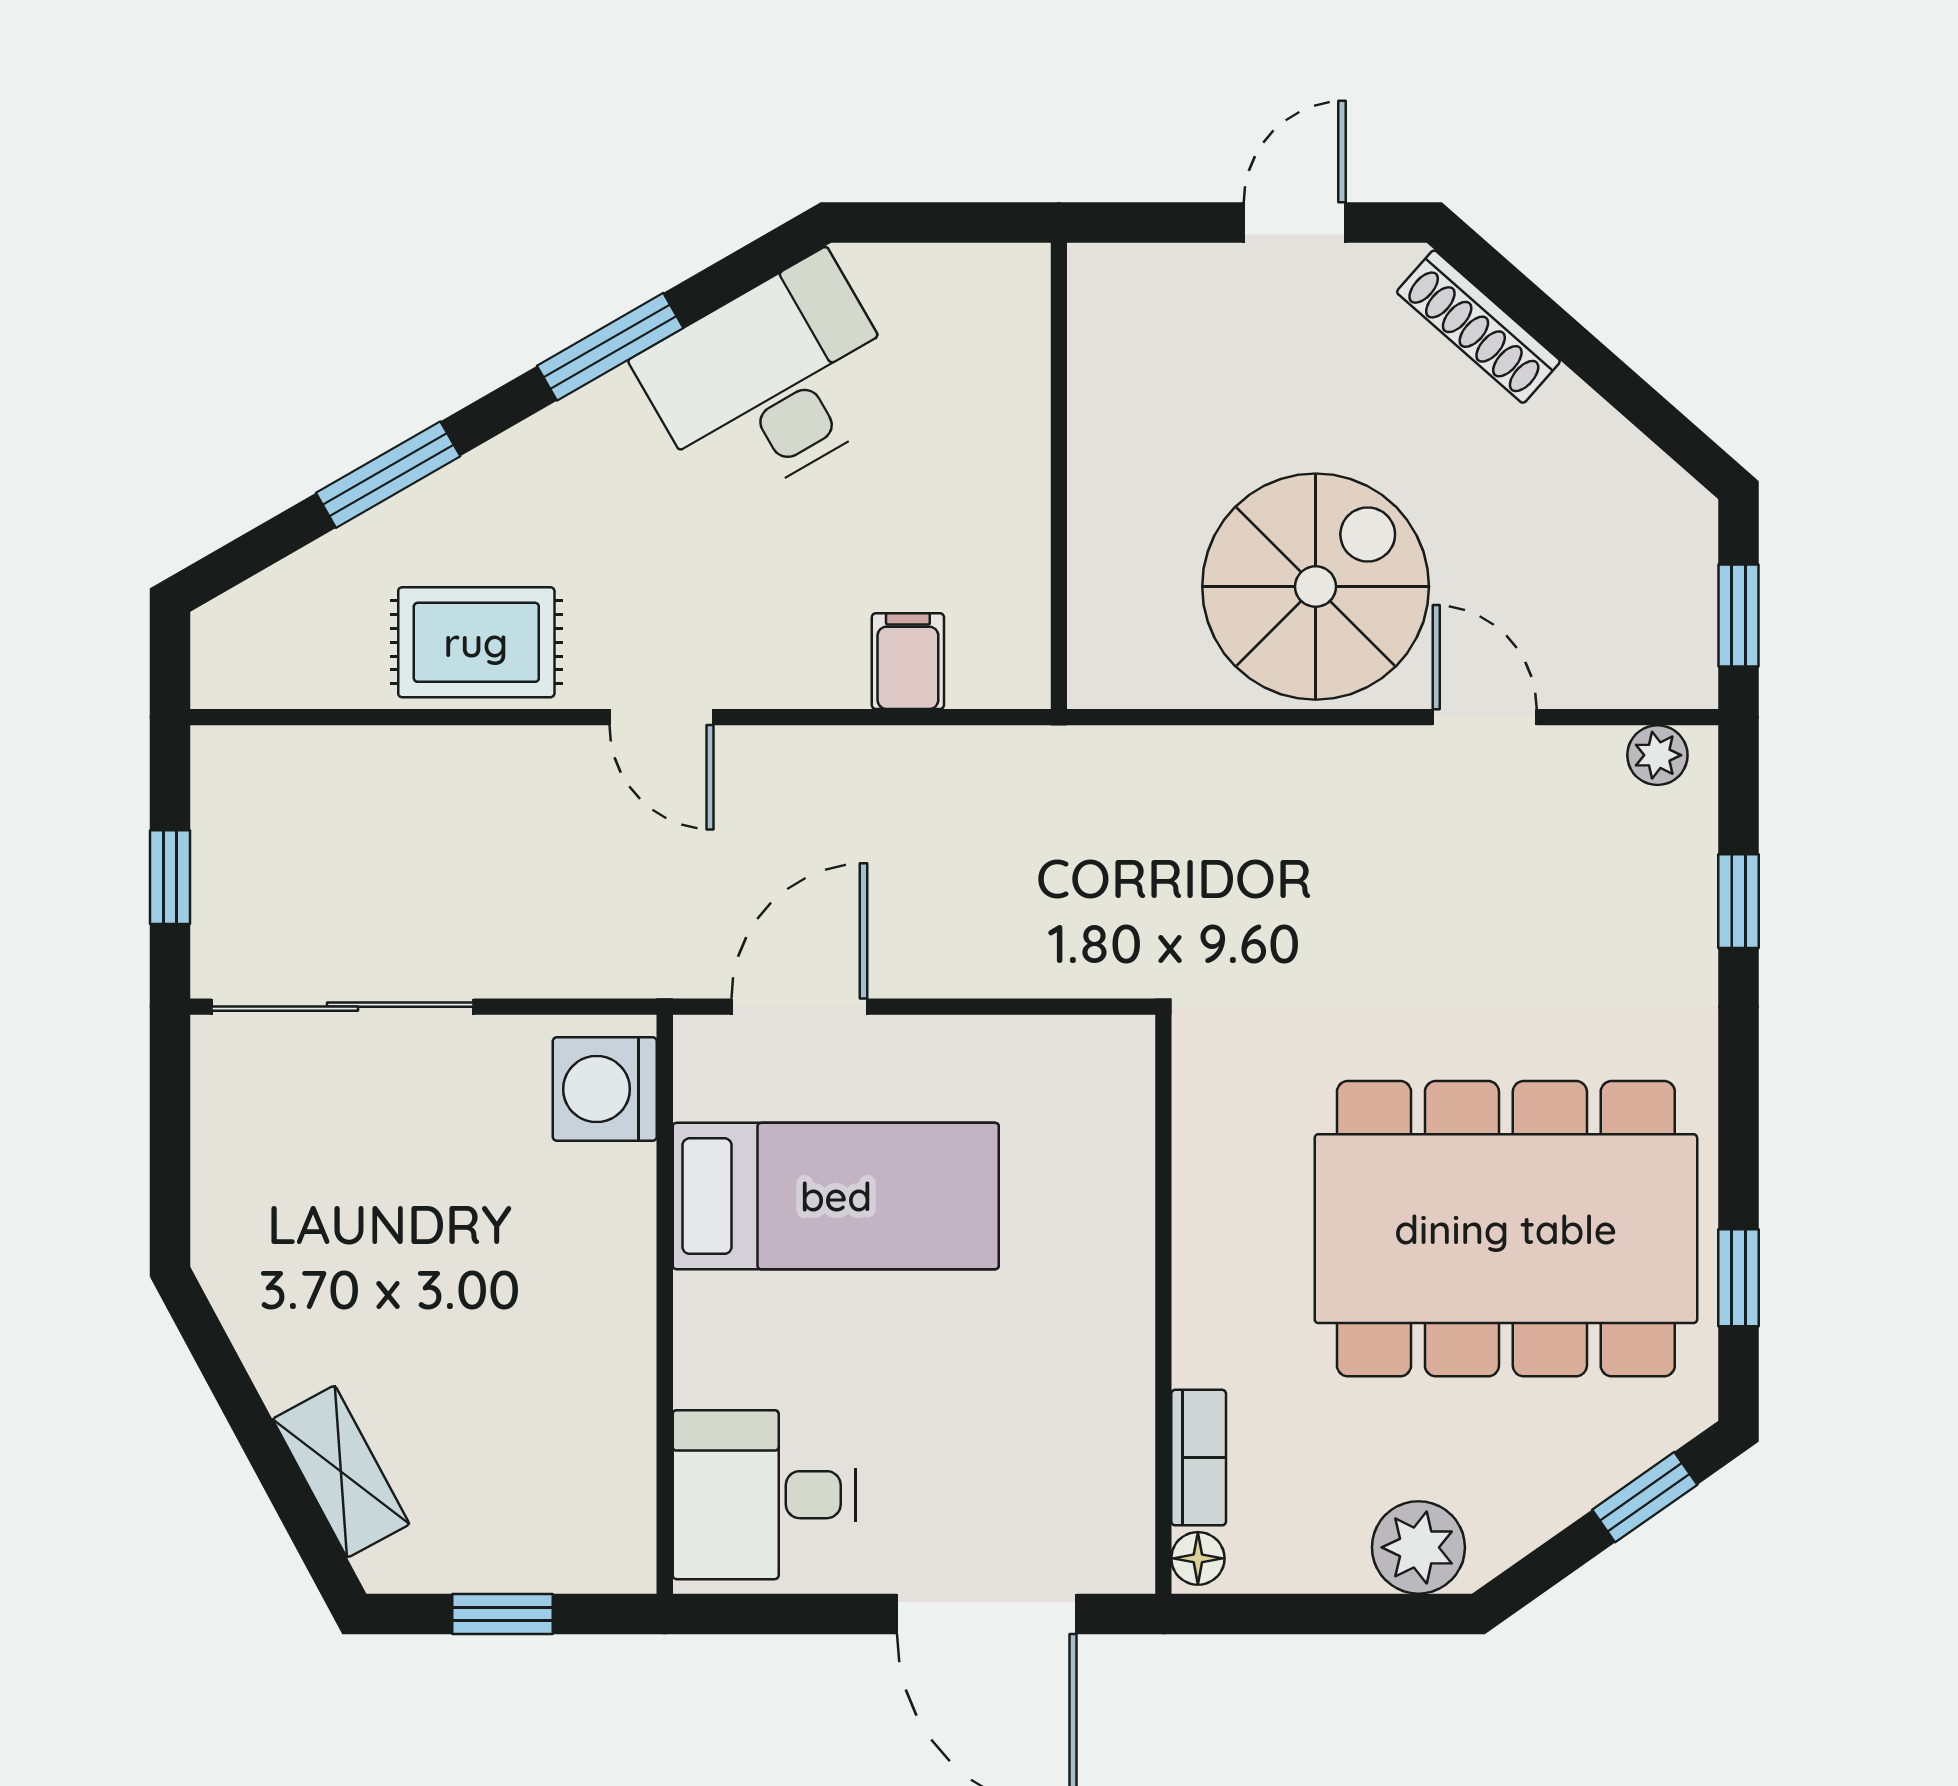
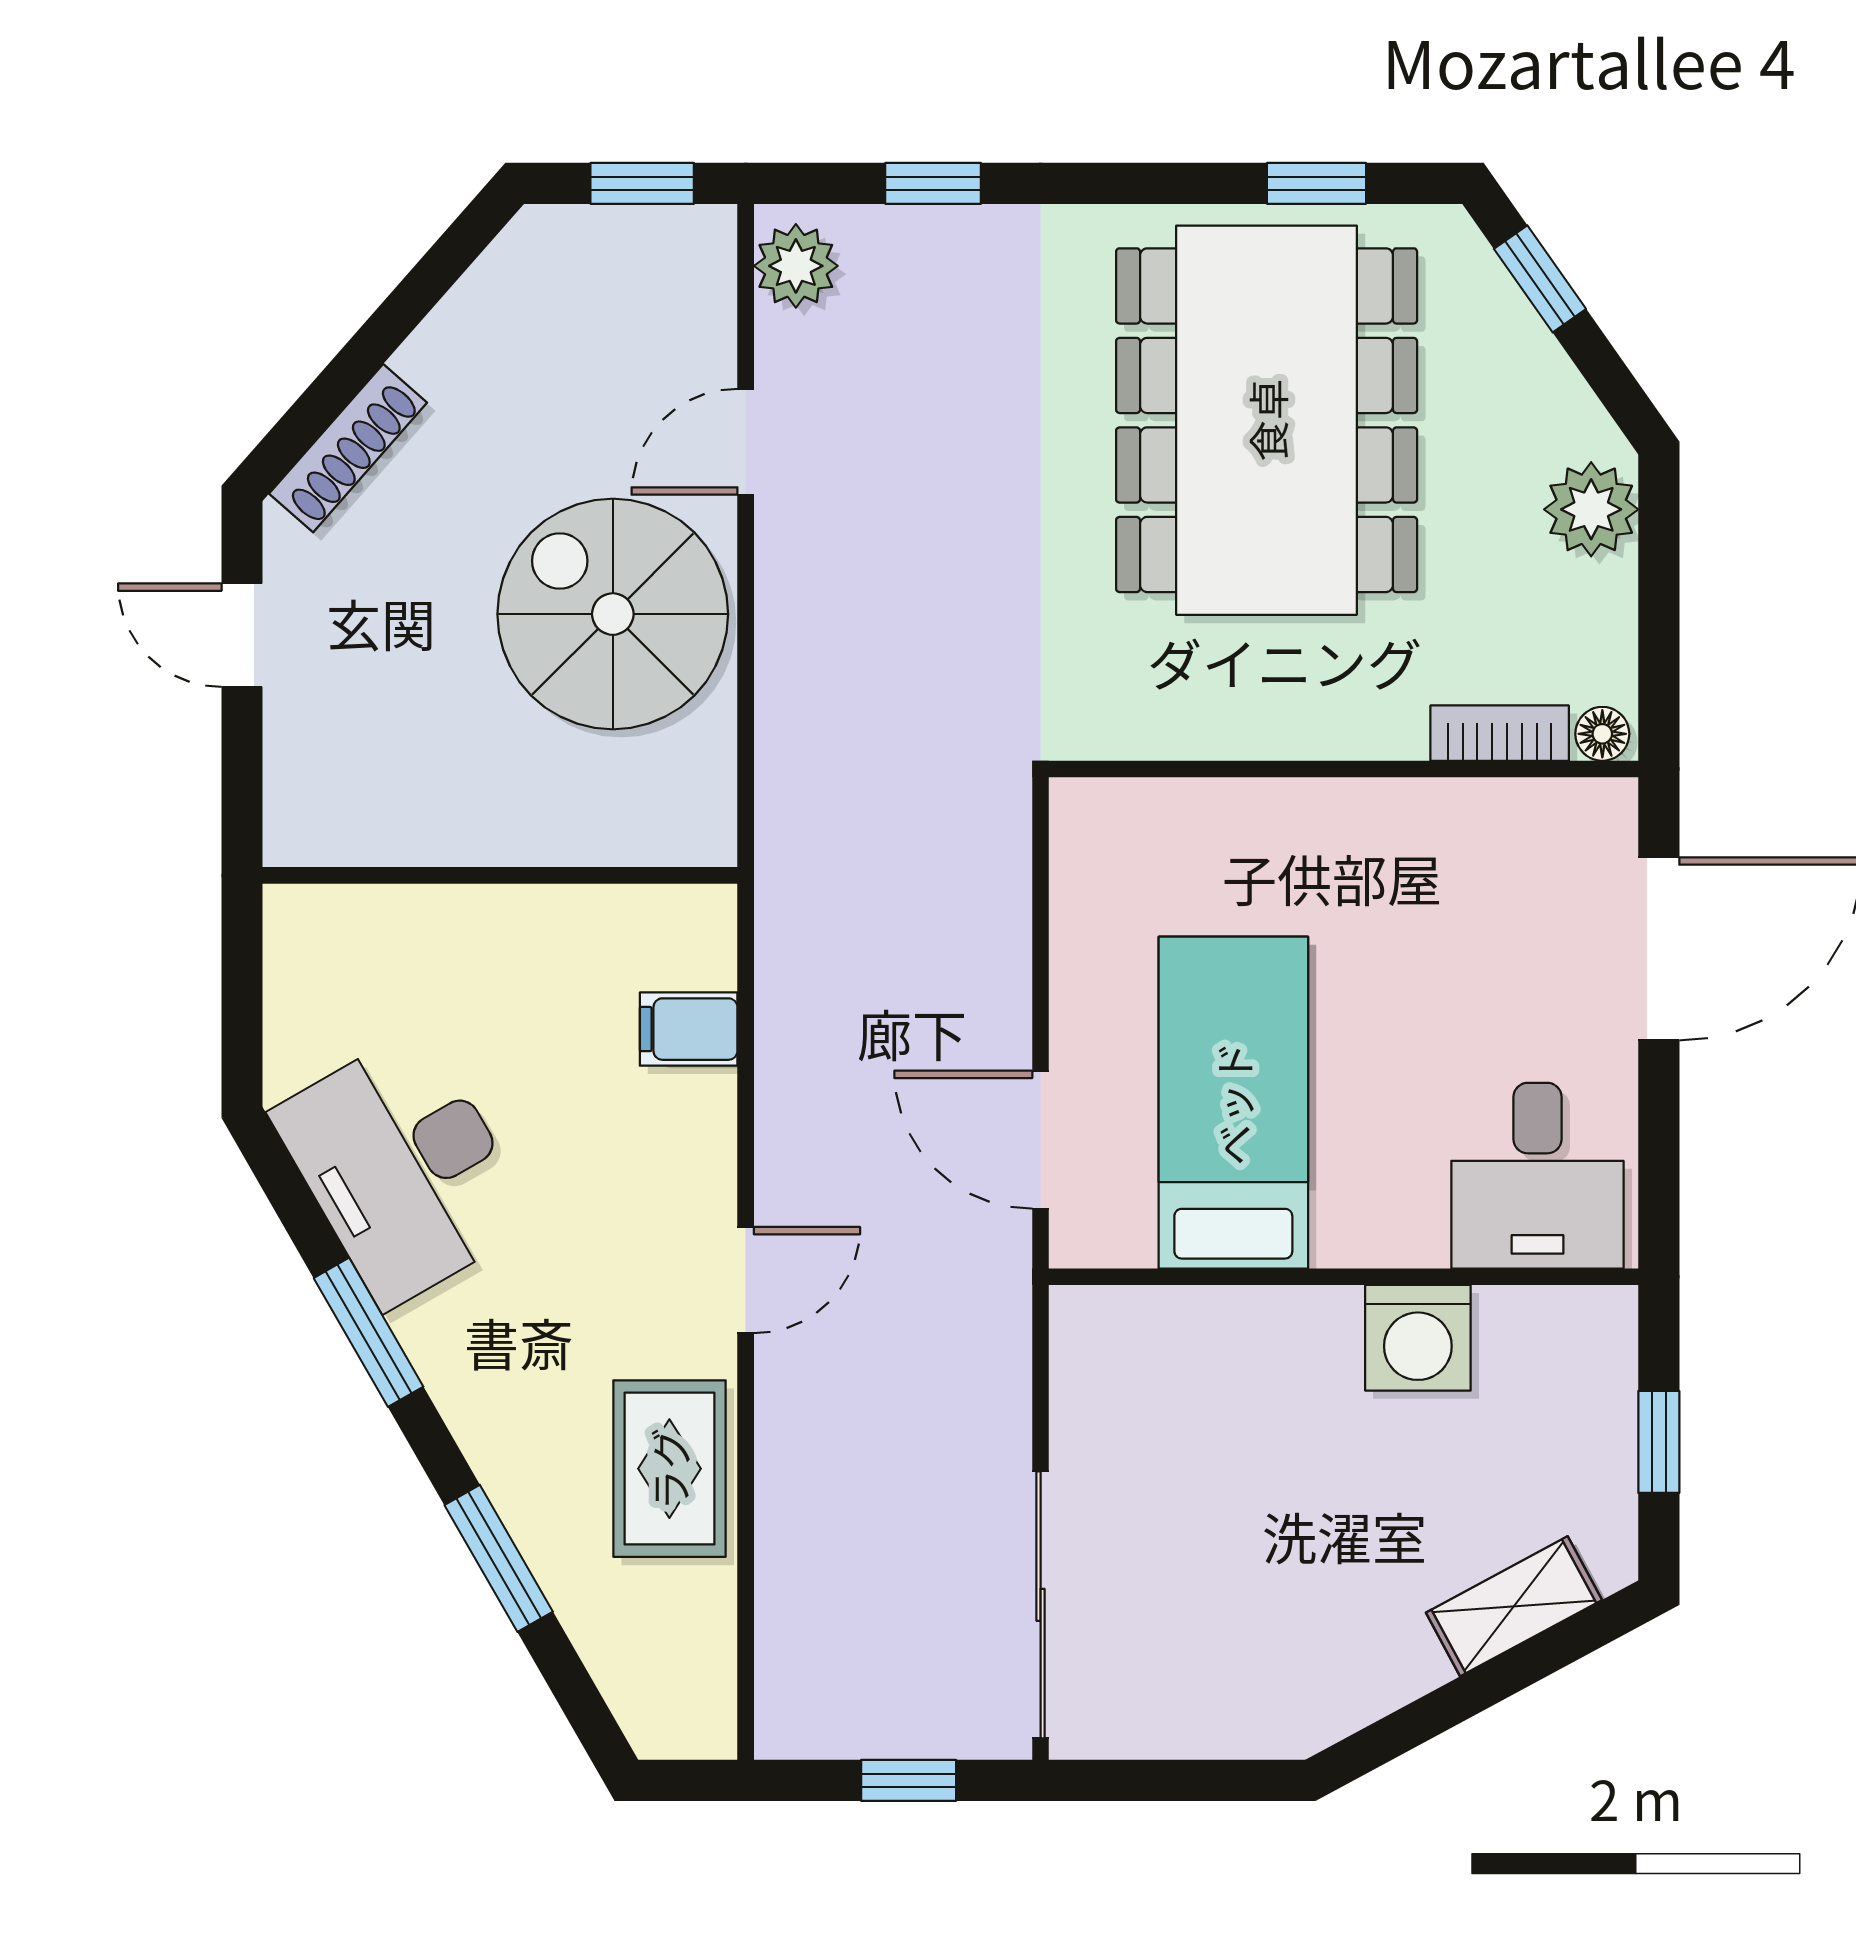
plant: (1657, 755) -> (796, 266), width x1.38, depth x1.38
washing machine: (605, 1089) -> (1418, 1338), moved

